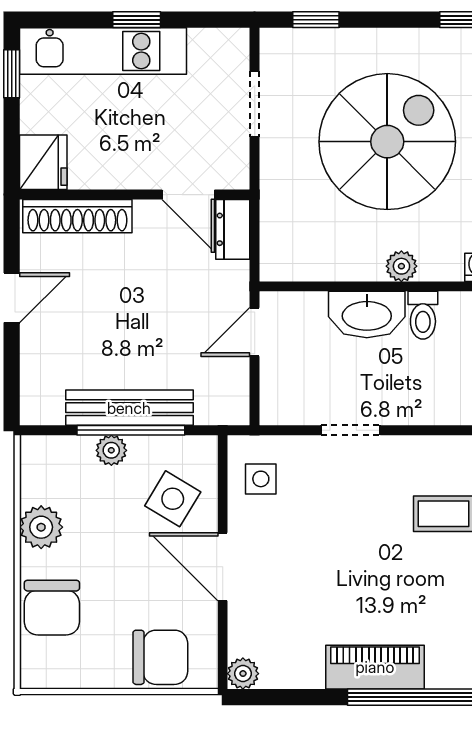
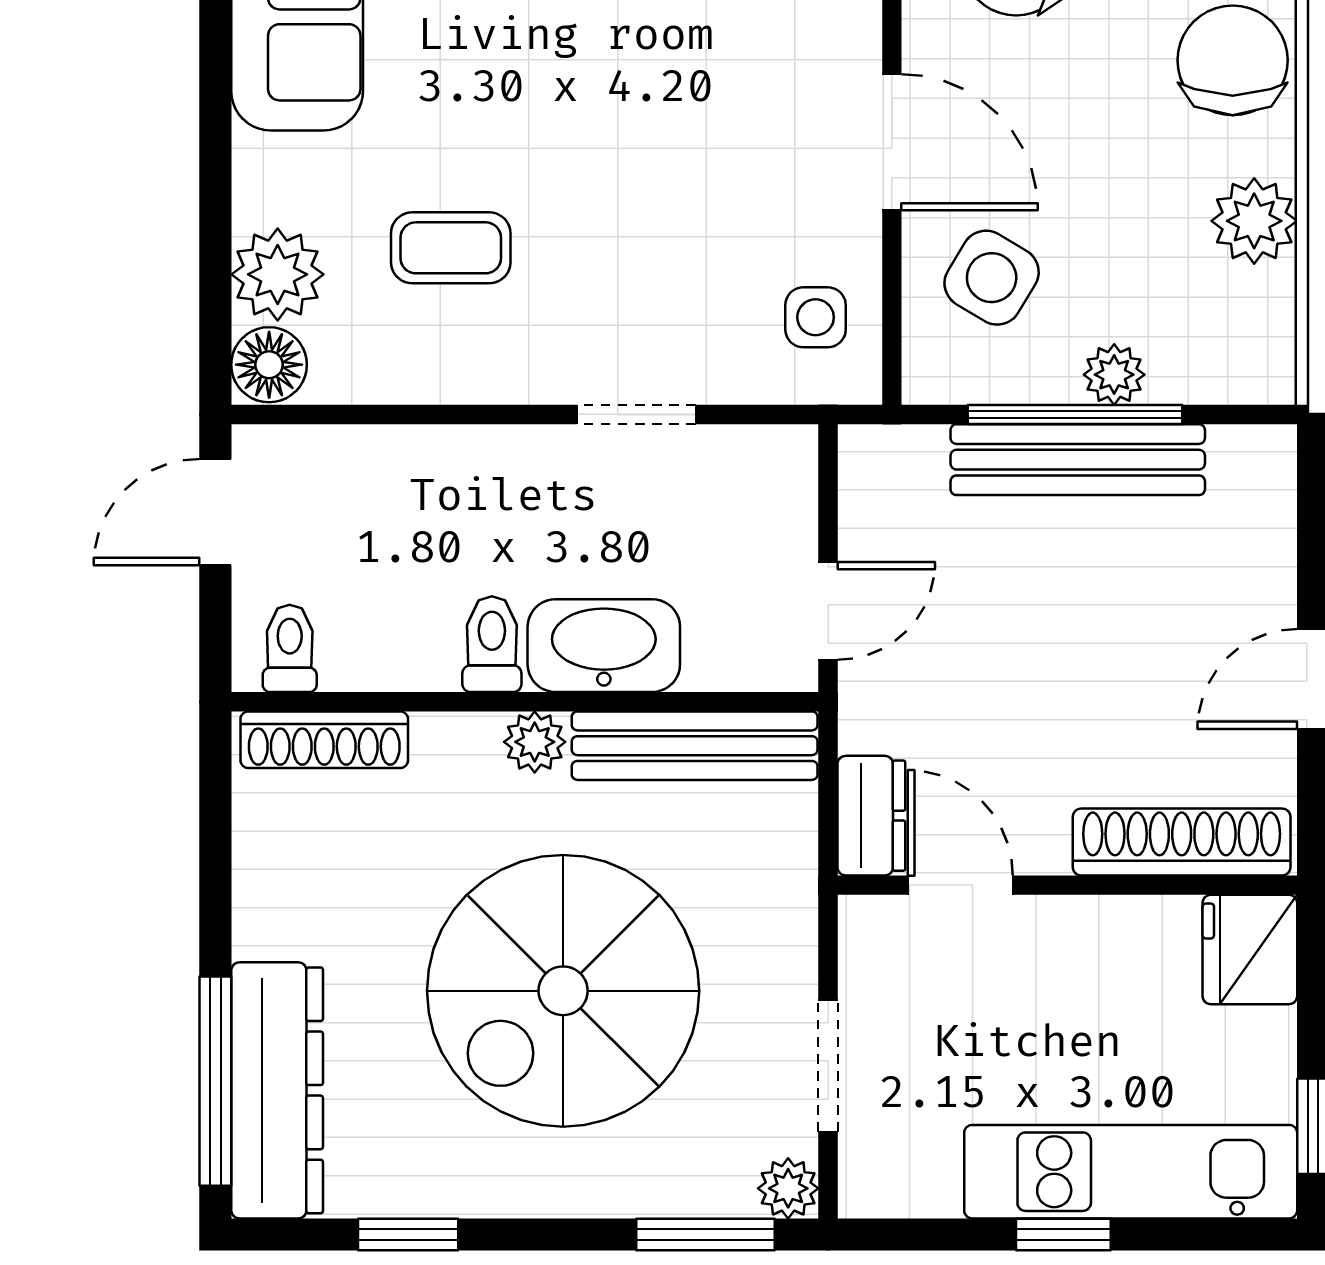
window: (316, 20) -> (705, 1235), width x1.50
plant: (274, 43) -> (788, 1188), added
bench: (321, 264) -> (695, 746), added

